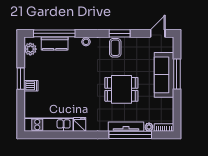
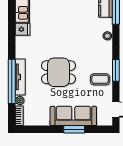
coffee table: (115, 48) -> (100, 79), moved
window: (177, 74) -> (74, 129), width x0.69
dining table: (121, 89) -> (58, 72), turned 90

